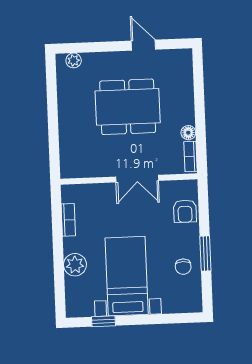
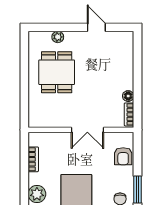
plant: (74, 60) -> (58, 37), moved
dining table: (128, 107) -> (57, 72), moved, width x0.73

